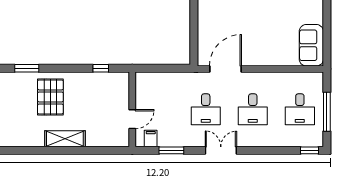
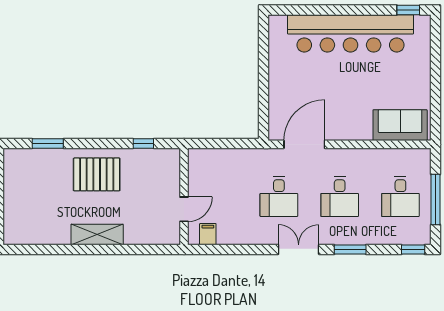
sofa: (311, 45) -> (400, 125), moved, turned 90
pallet: (50, 97) -> (97, 174), moved, turned 90
window: (171, 150) -> (350, 250), moved

